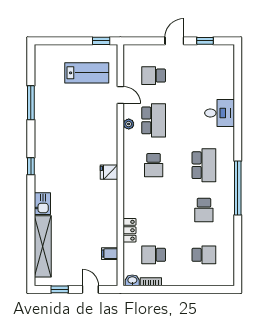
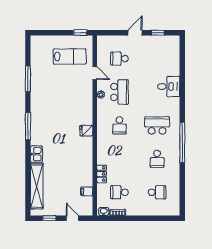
school desk: (204, 165) -> (157, 125), turned -90
window: (31, 166) -> (28, 126), width x2.17

